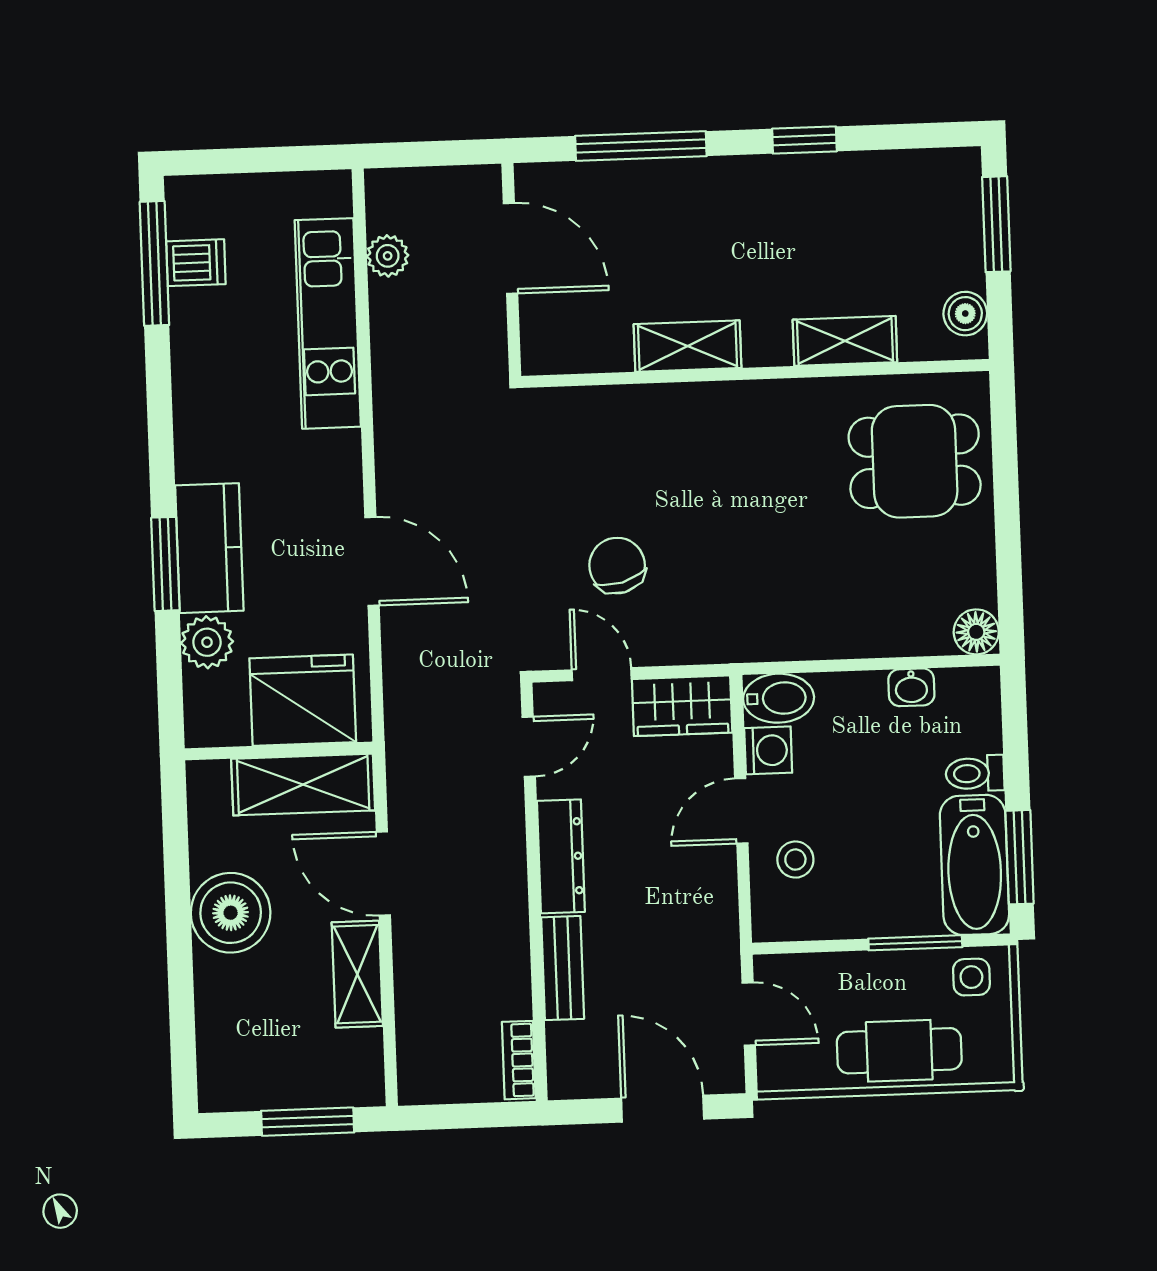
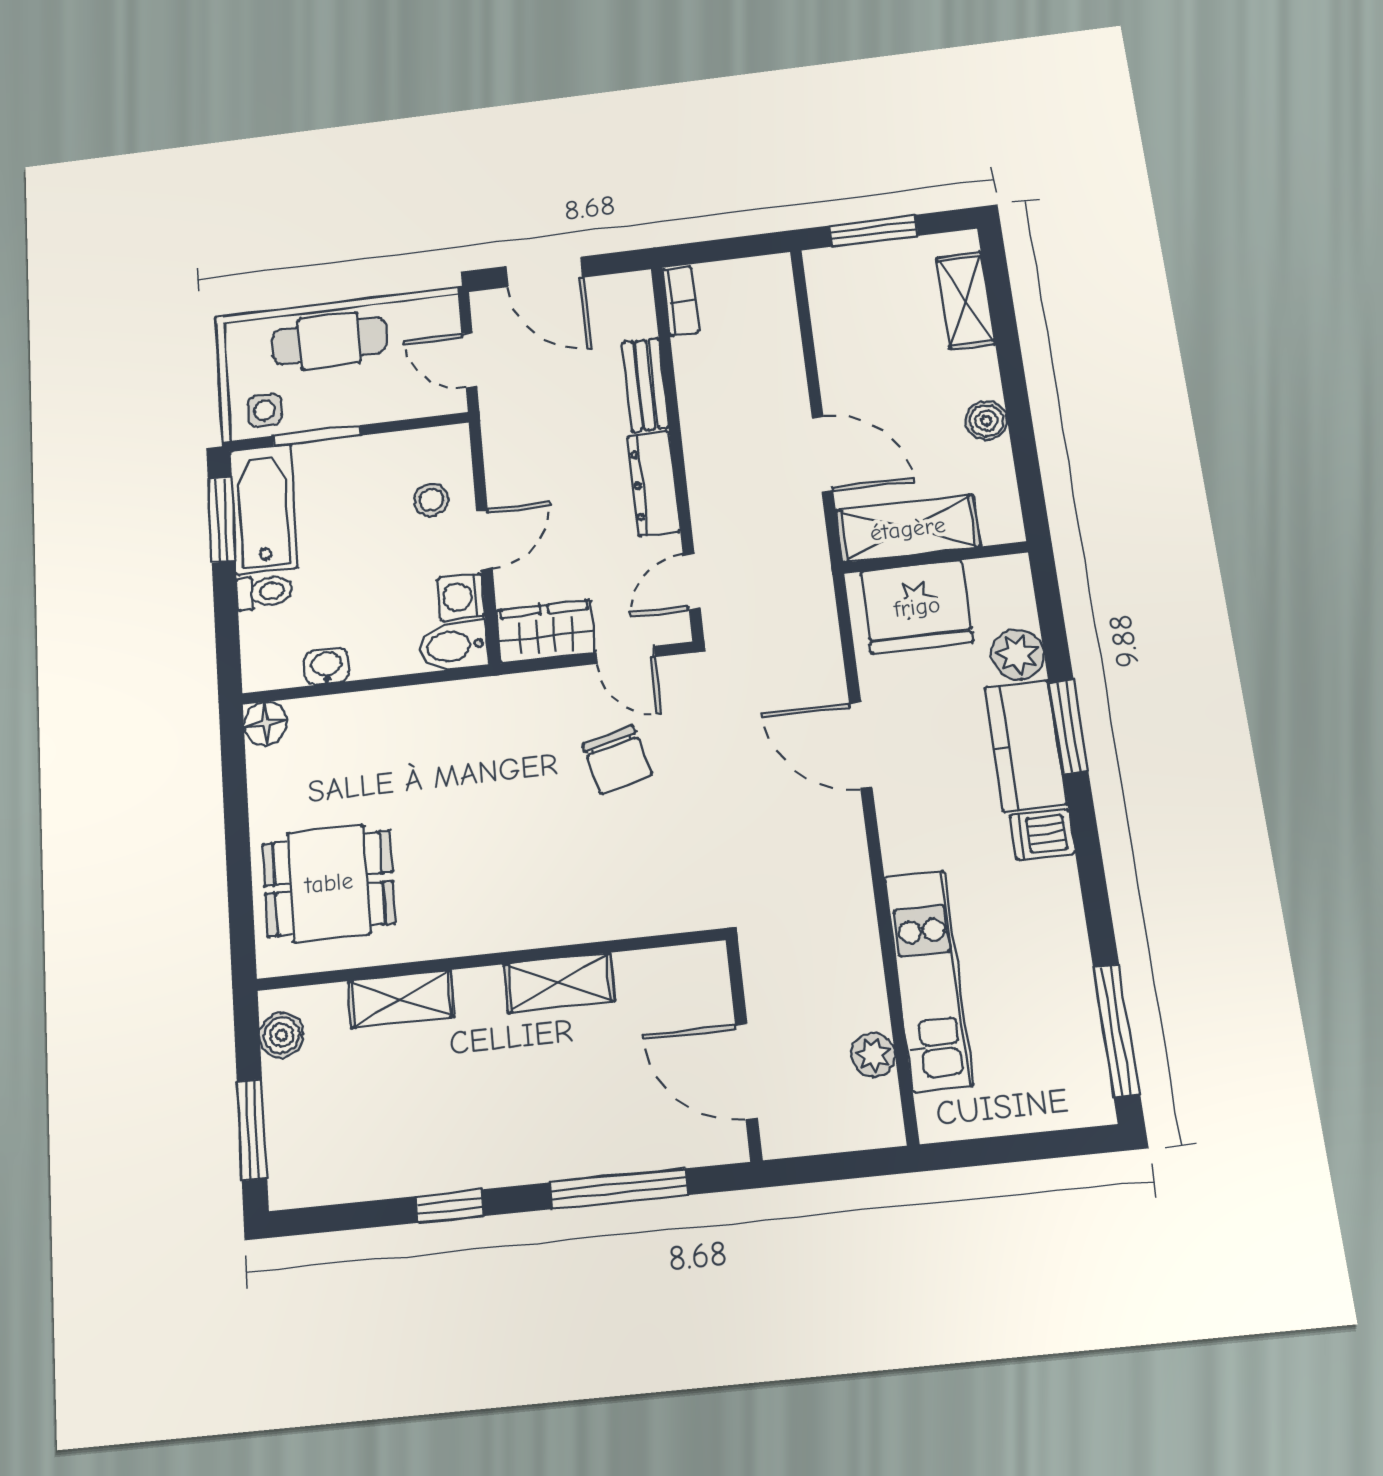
dishwasher: (196, 263) -> (1042, 834), moved
boiler: (231, 913) -> (986, 421), width x0.54, depth x0.54
shelving: (357, 974) -> (966, 300), moved

